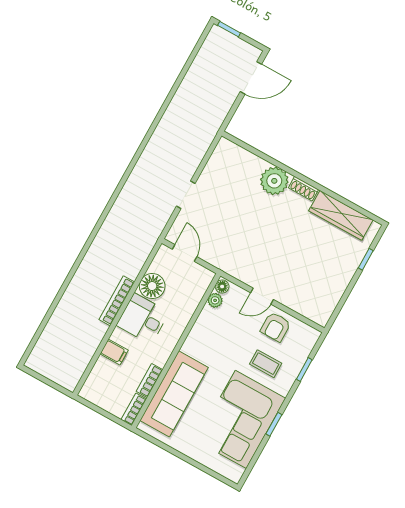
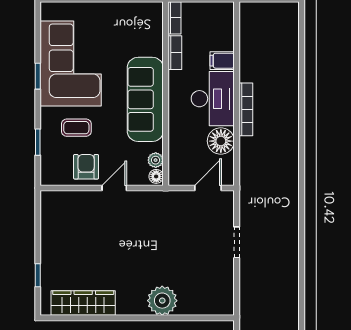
shoe rack: (303, 189) -> (131, 308), removed
door: (185, 253) -> (208, 188), swing flipped
desk: (143, 319) -> (213, 99), width x1.37
sofa: (174, 394) -> (145, 99), moved

